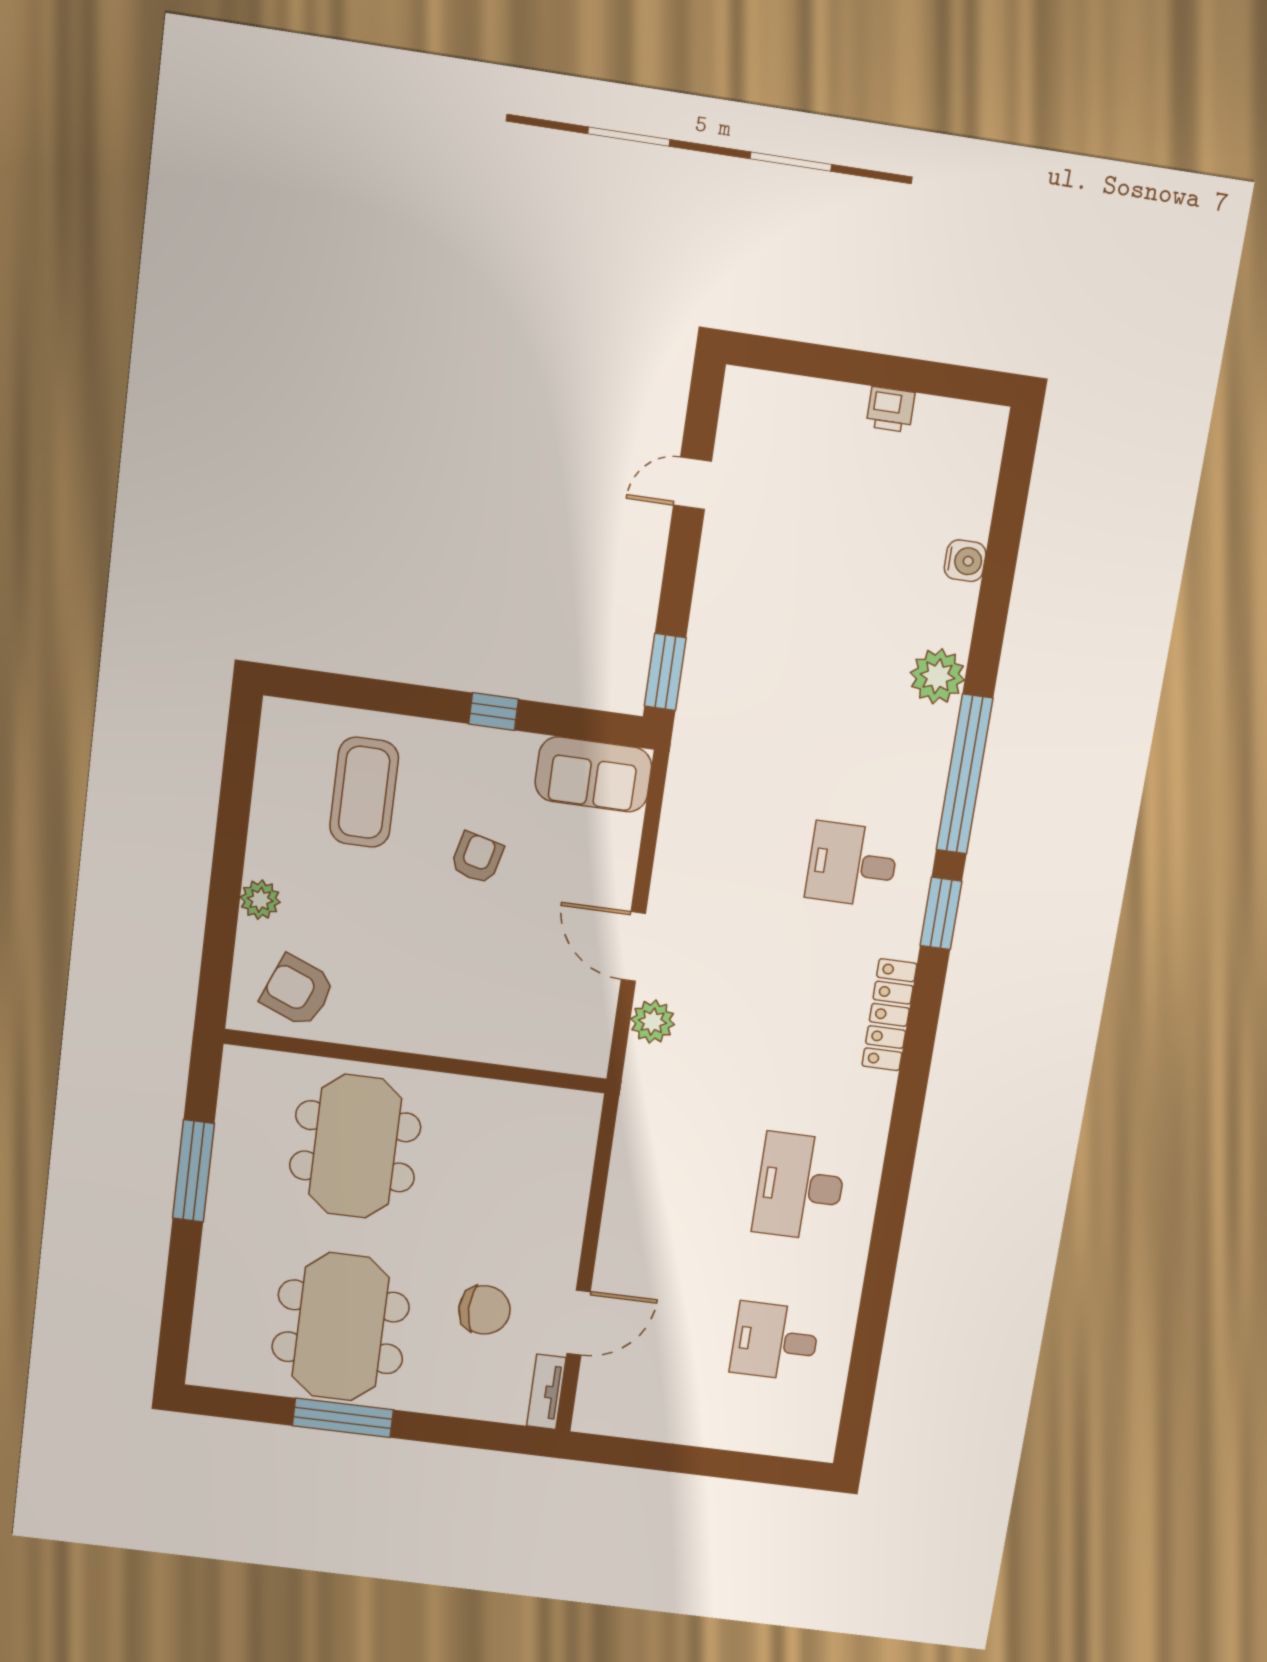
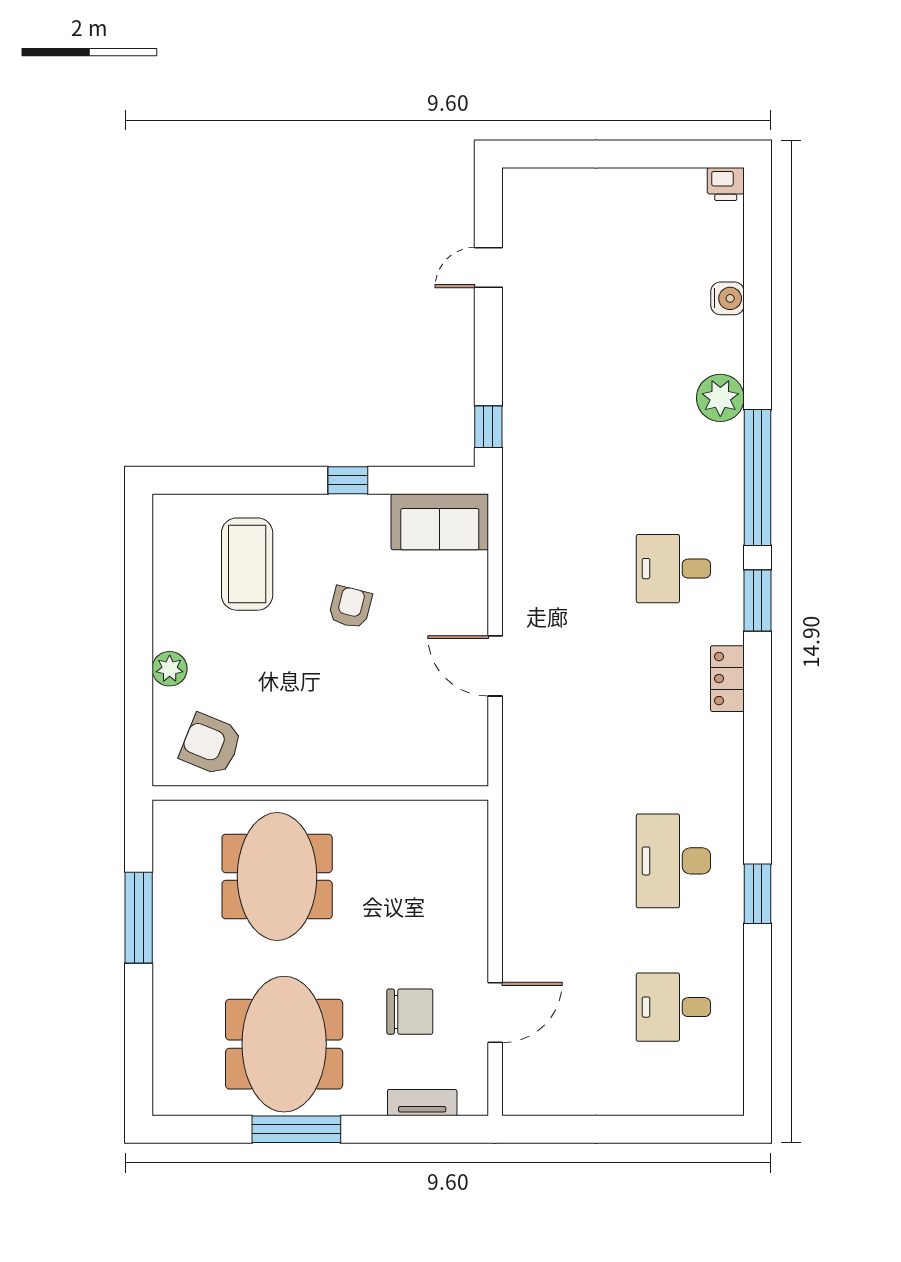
printer: (891, 409) -> (726, 184), moved
window: (665, 672) -> (488, 427), width x0.67
locker: (889, 1015) -> (727, 679), width x0.66
plant: (653, 1022) -> (521, 730), removed
window: (887, 1233) -> (758, 894), added
tv unit: (546, 1392) -> (422, 1103), moved, turned 90

